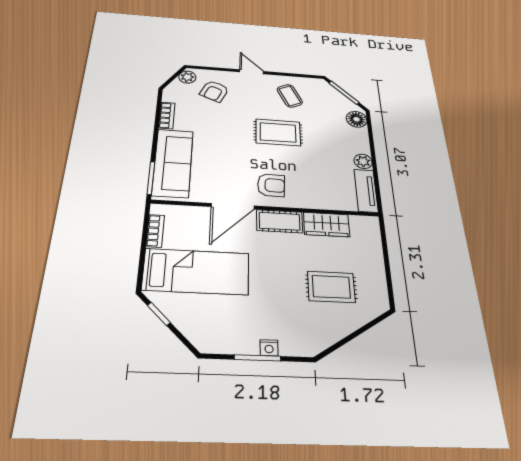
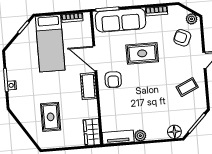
rug: (278, 132) -> (142, 53), moved, turned 90
wardrobe: (326, 225) -> (92, 132), moved

